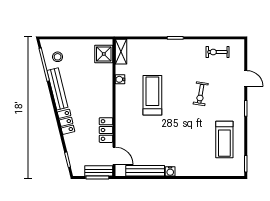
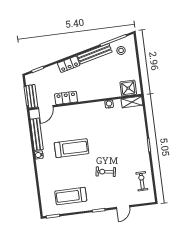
treadmill: (152, 95) -> (72, 148), moved

